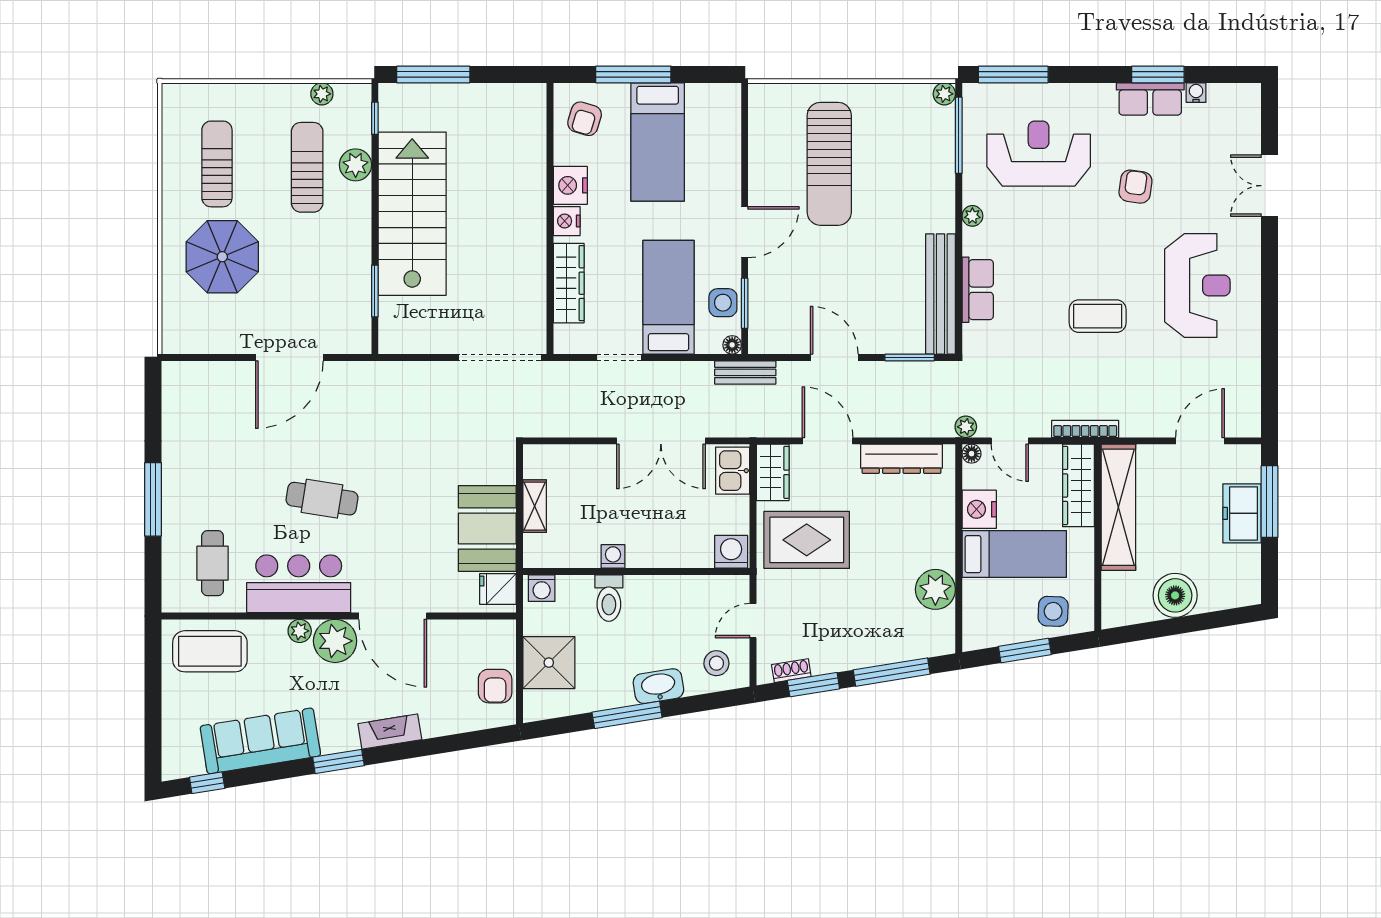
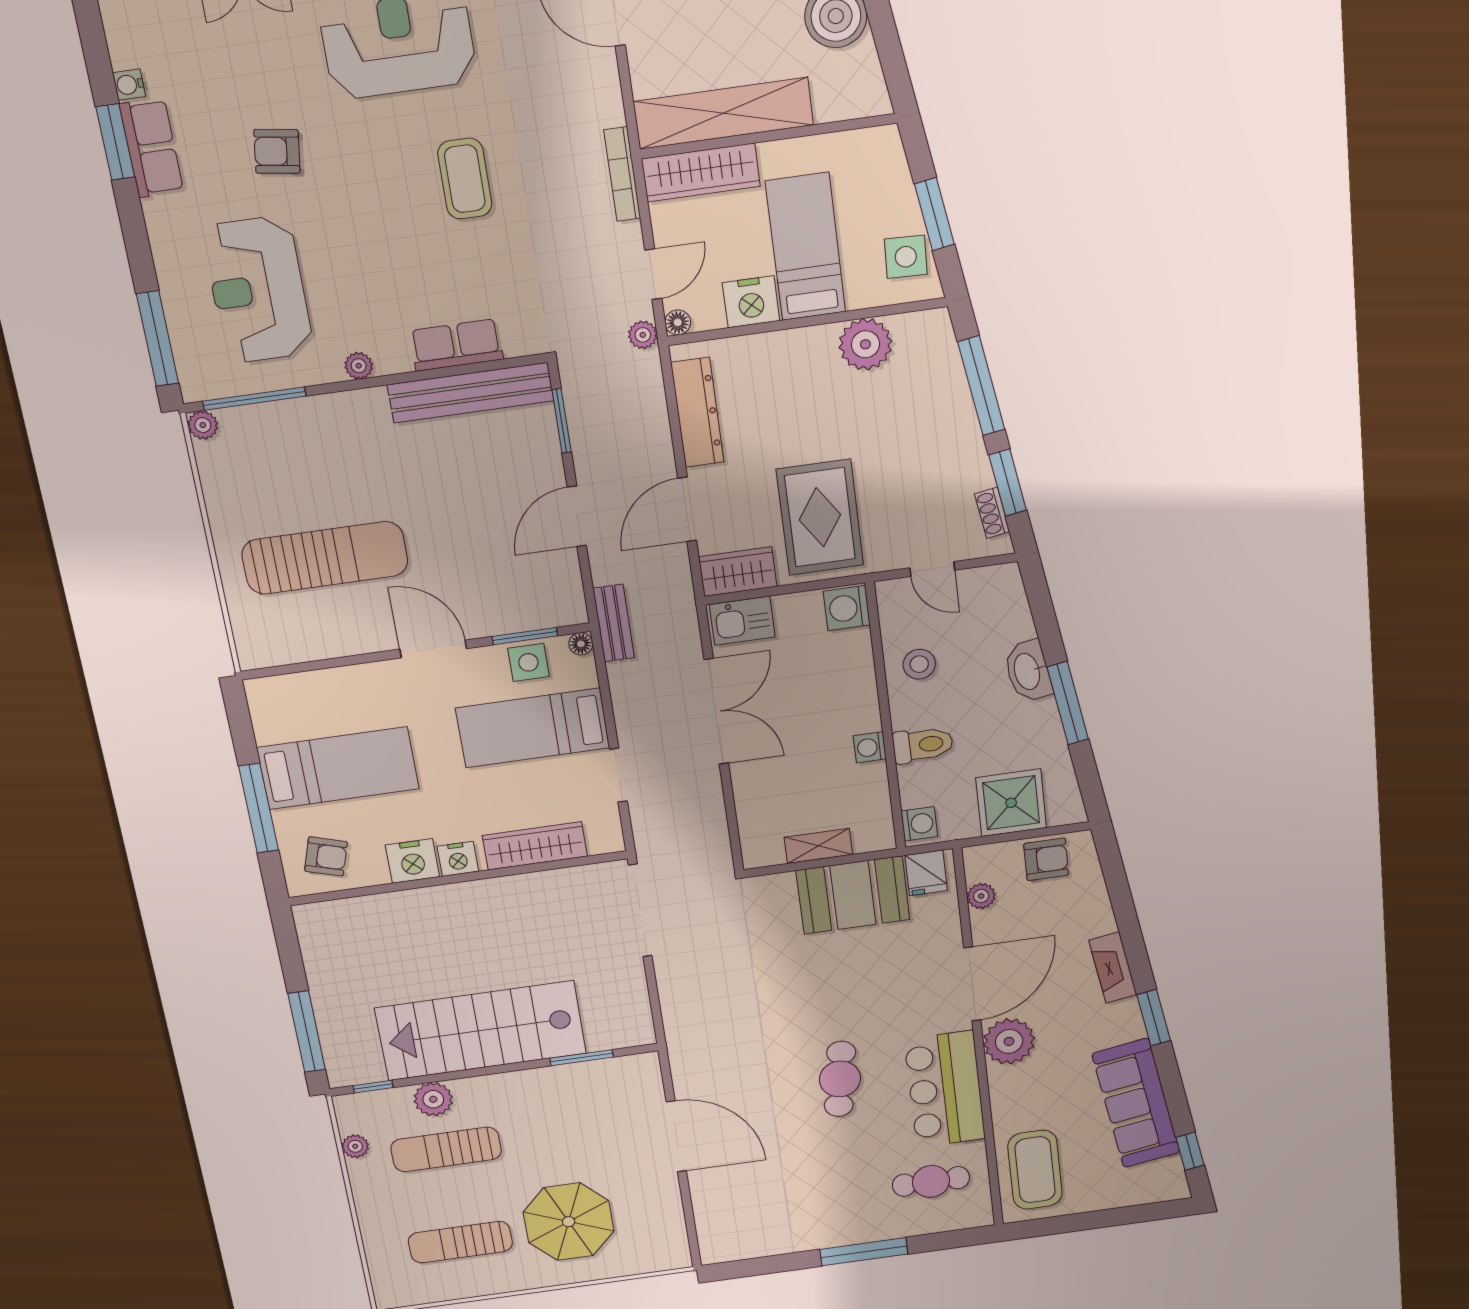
side table: (1053, 611) -> (906, 257), moved
plant: (300, 631) -> (981, 896), moved
stool: (716, 663) -> (919, 664), moved

